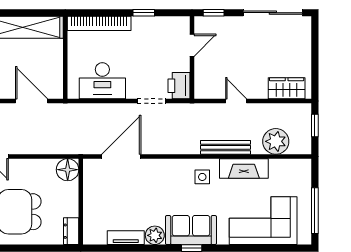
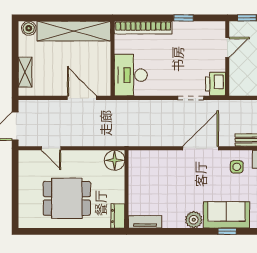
desk: (102, 81) -> (131, 75), moved, turned 90
door: (121, 156) -> (201, 148), moved
tv unit: (126, 238) -> (145, 222), moved

